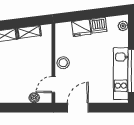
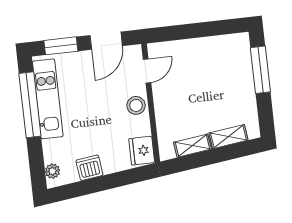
fridge: (81, 28) -> (142, 151), moved, turned -83
boiler: (34, 98) -> (173, 48), removed
window: (108, 108) -> (61, 46), added

